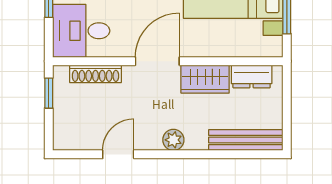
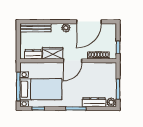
desk: (81, 31) -> (104, 73), removed
door: (118, 154) -> (89, 22), width x1.87

